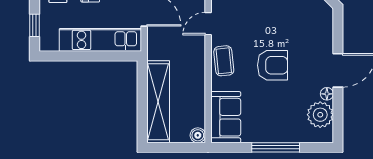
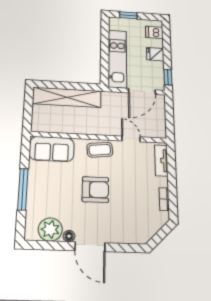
armchair: (272, 65) -> (95, 190), turned -90
boiler: (198, 135) -> (37, 126), removed

